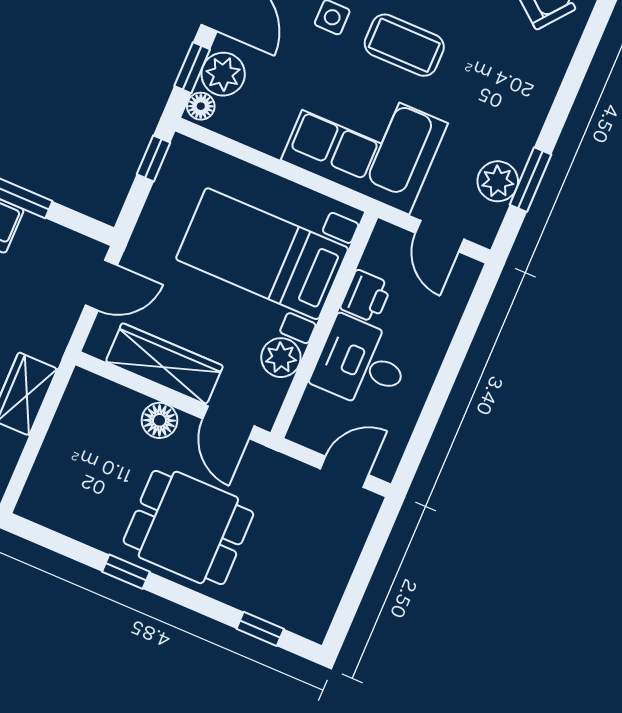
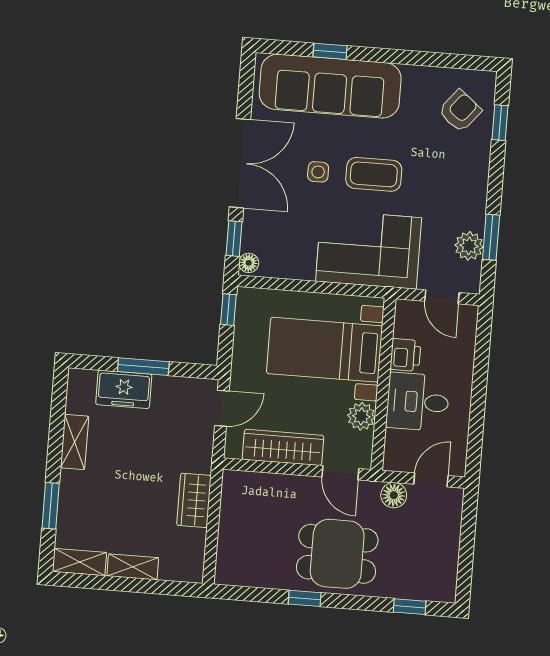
window: (593, 33) -> (500, 123), added
plant: (223, 74) -> (257, 236), removed
floor lamp: (159, 420) -> (394, 495), moved

